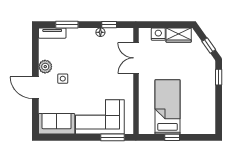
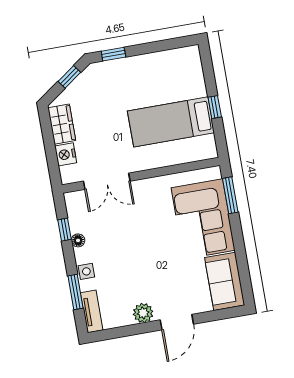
side table: (63, 79) -> (86, 271), moved

